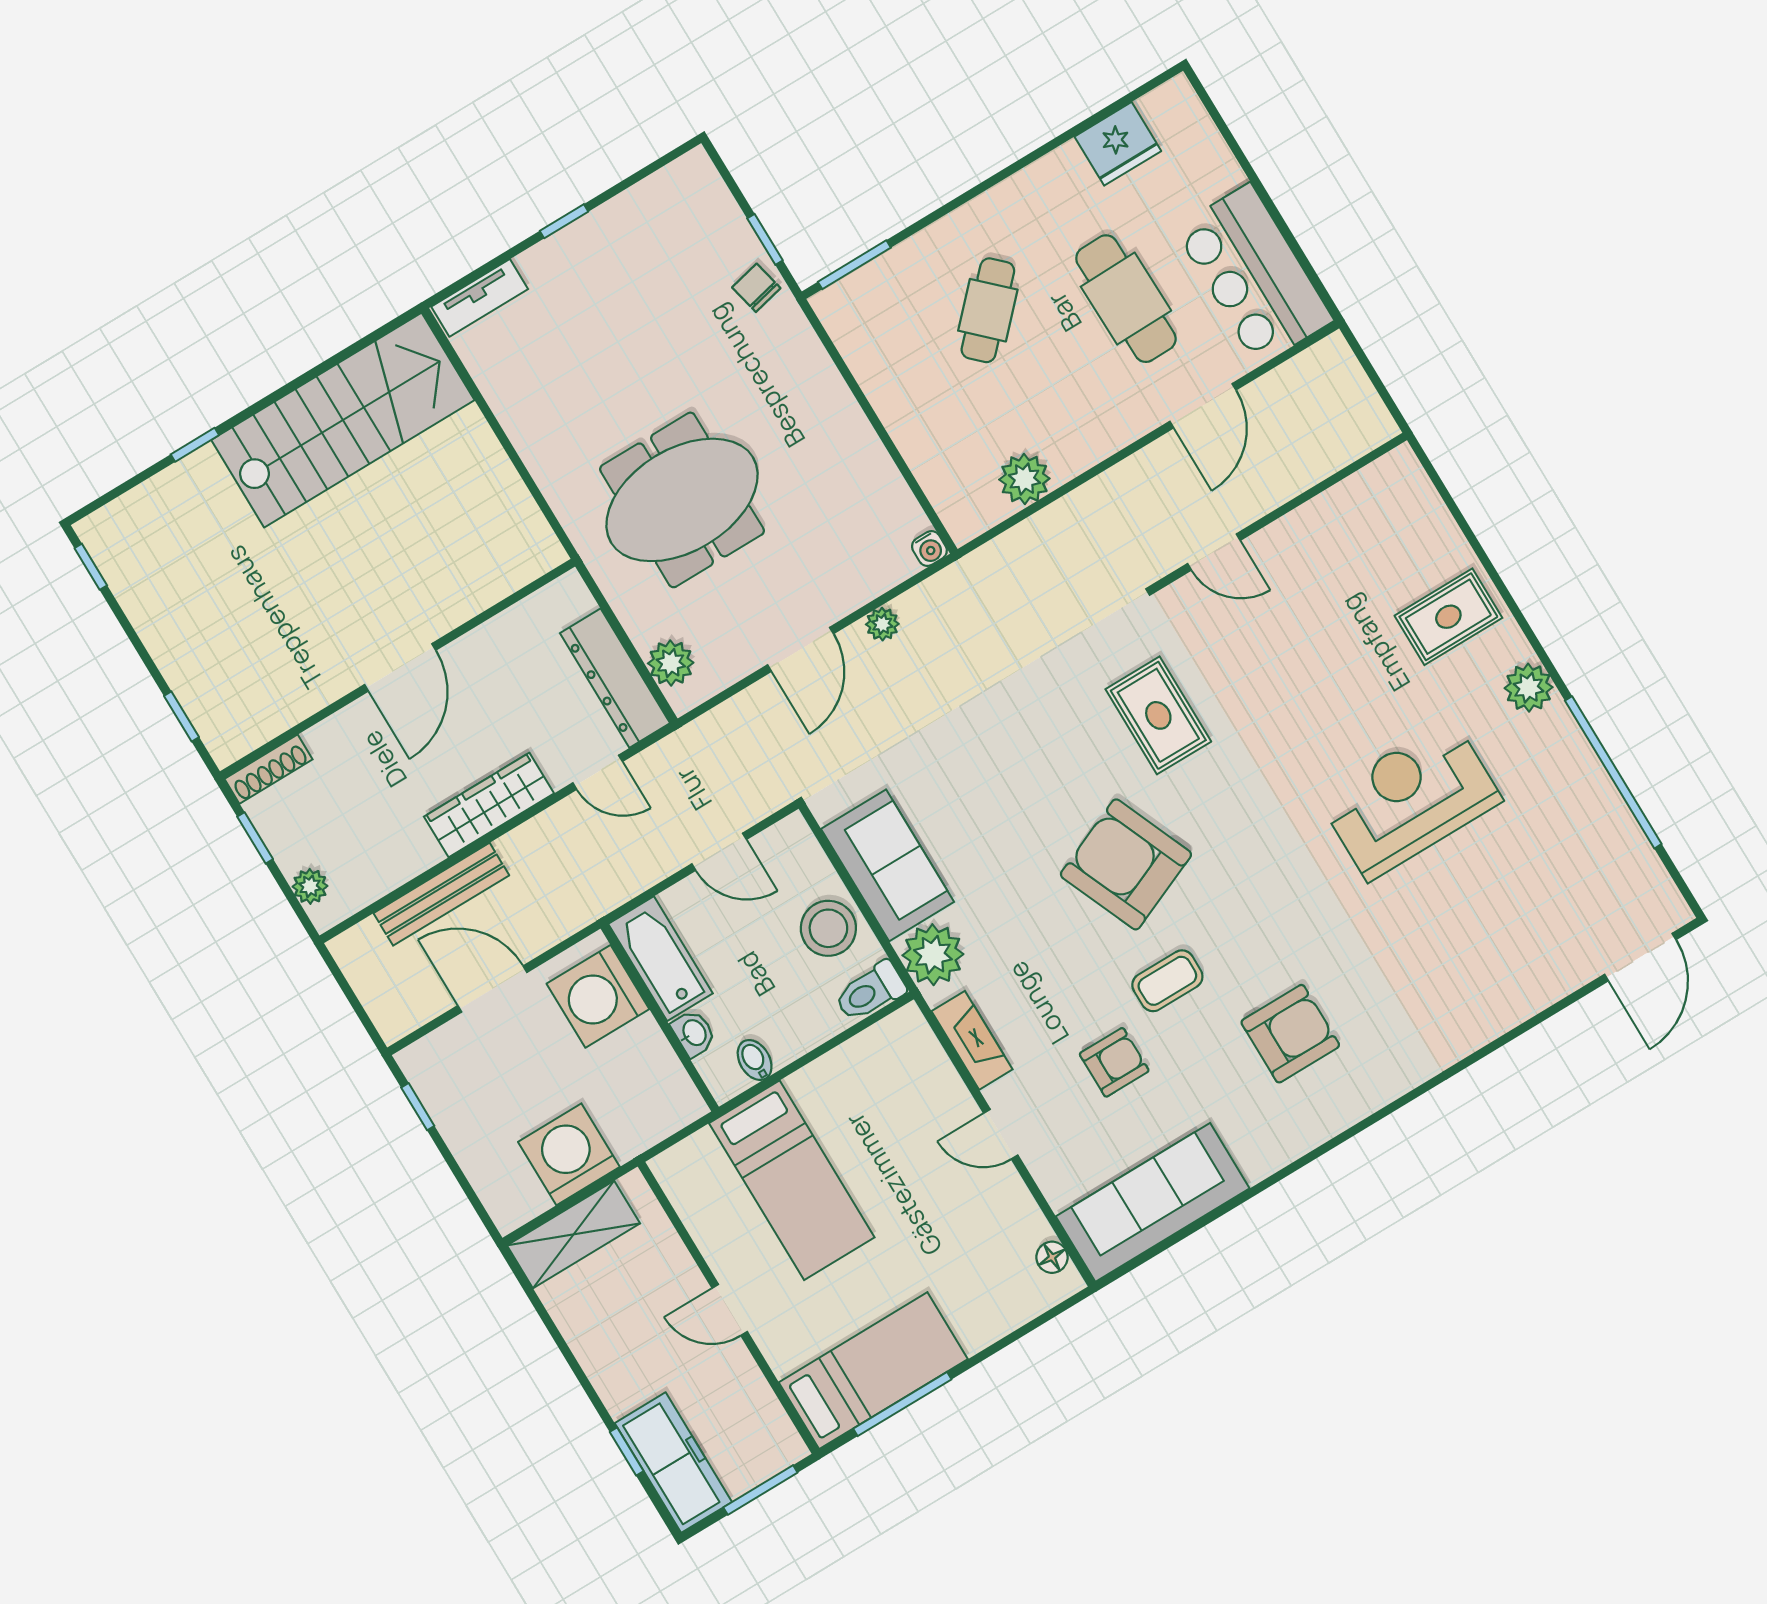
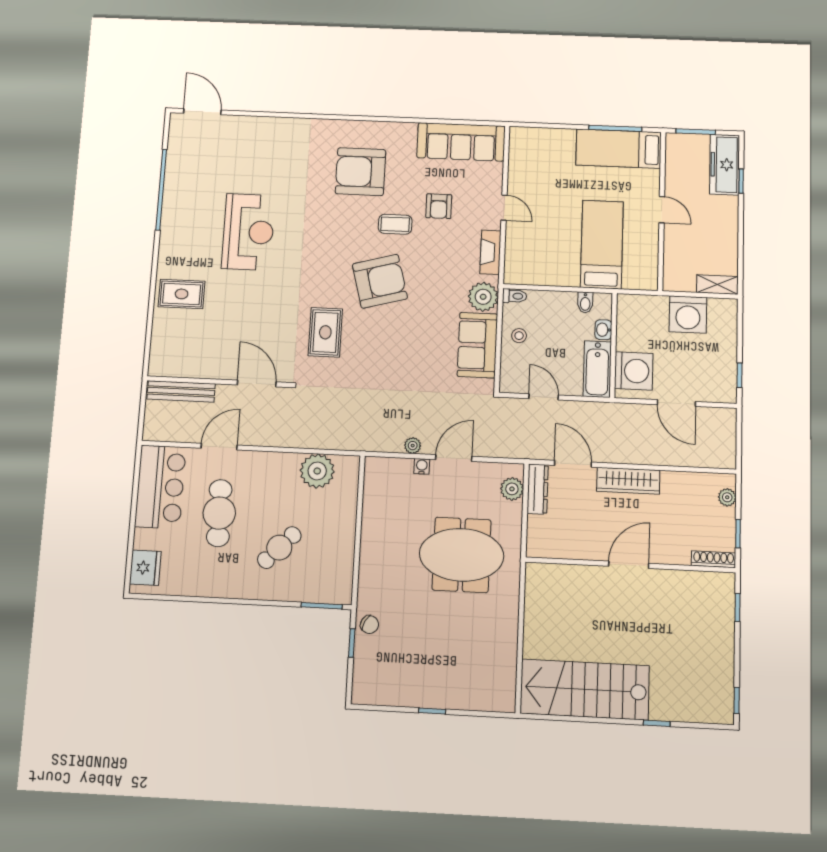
fridge: (1118, 144) -> (145, 568), moved, turned 90
chair: (756, 288) -> (369, 625), turned -48
tv unit: (480, 298) -> (491, 702), removed
plant: (1024, 479) -> (317, 471), width x1.36, depth x1.36
water cooler: (929, 548) -> (422, 466), moved
door: (1214, 552) -> (257, 383), width x1.38
dresser: (615, 678) -> (538, 489), width x0.73, depth x0.80
plant: (1529, 688) -> (170, 245), removed
door: (598, 772) -> (573, 464), width x1.38
reception desk: (1410, 799) -> (248, 232), turned -90
armchair: (1126, 864) -> (380, 281), turned -82
bench: (441, 894) -> (181, 391), moved
stool: (828, 928) -> (519, 336), width x0.53, depth x0.53
door: (1640, 957) -> (202, 112), hinge flipped
toilet: (870, 992) -> (514, 296), width x0.73, depth x0.72
armchair: (1290, 1034) -> (361, 172), width x1.36, depth x1.36
armchair: (1114, 1062) -> (439, 206), turned -90
shelving: (574, 1234) -> (717, 285), width x0.67, depth x0.75
floor lamp: (1052, 1257) -> (516, 147), removed

